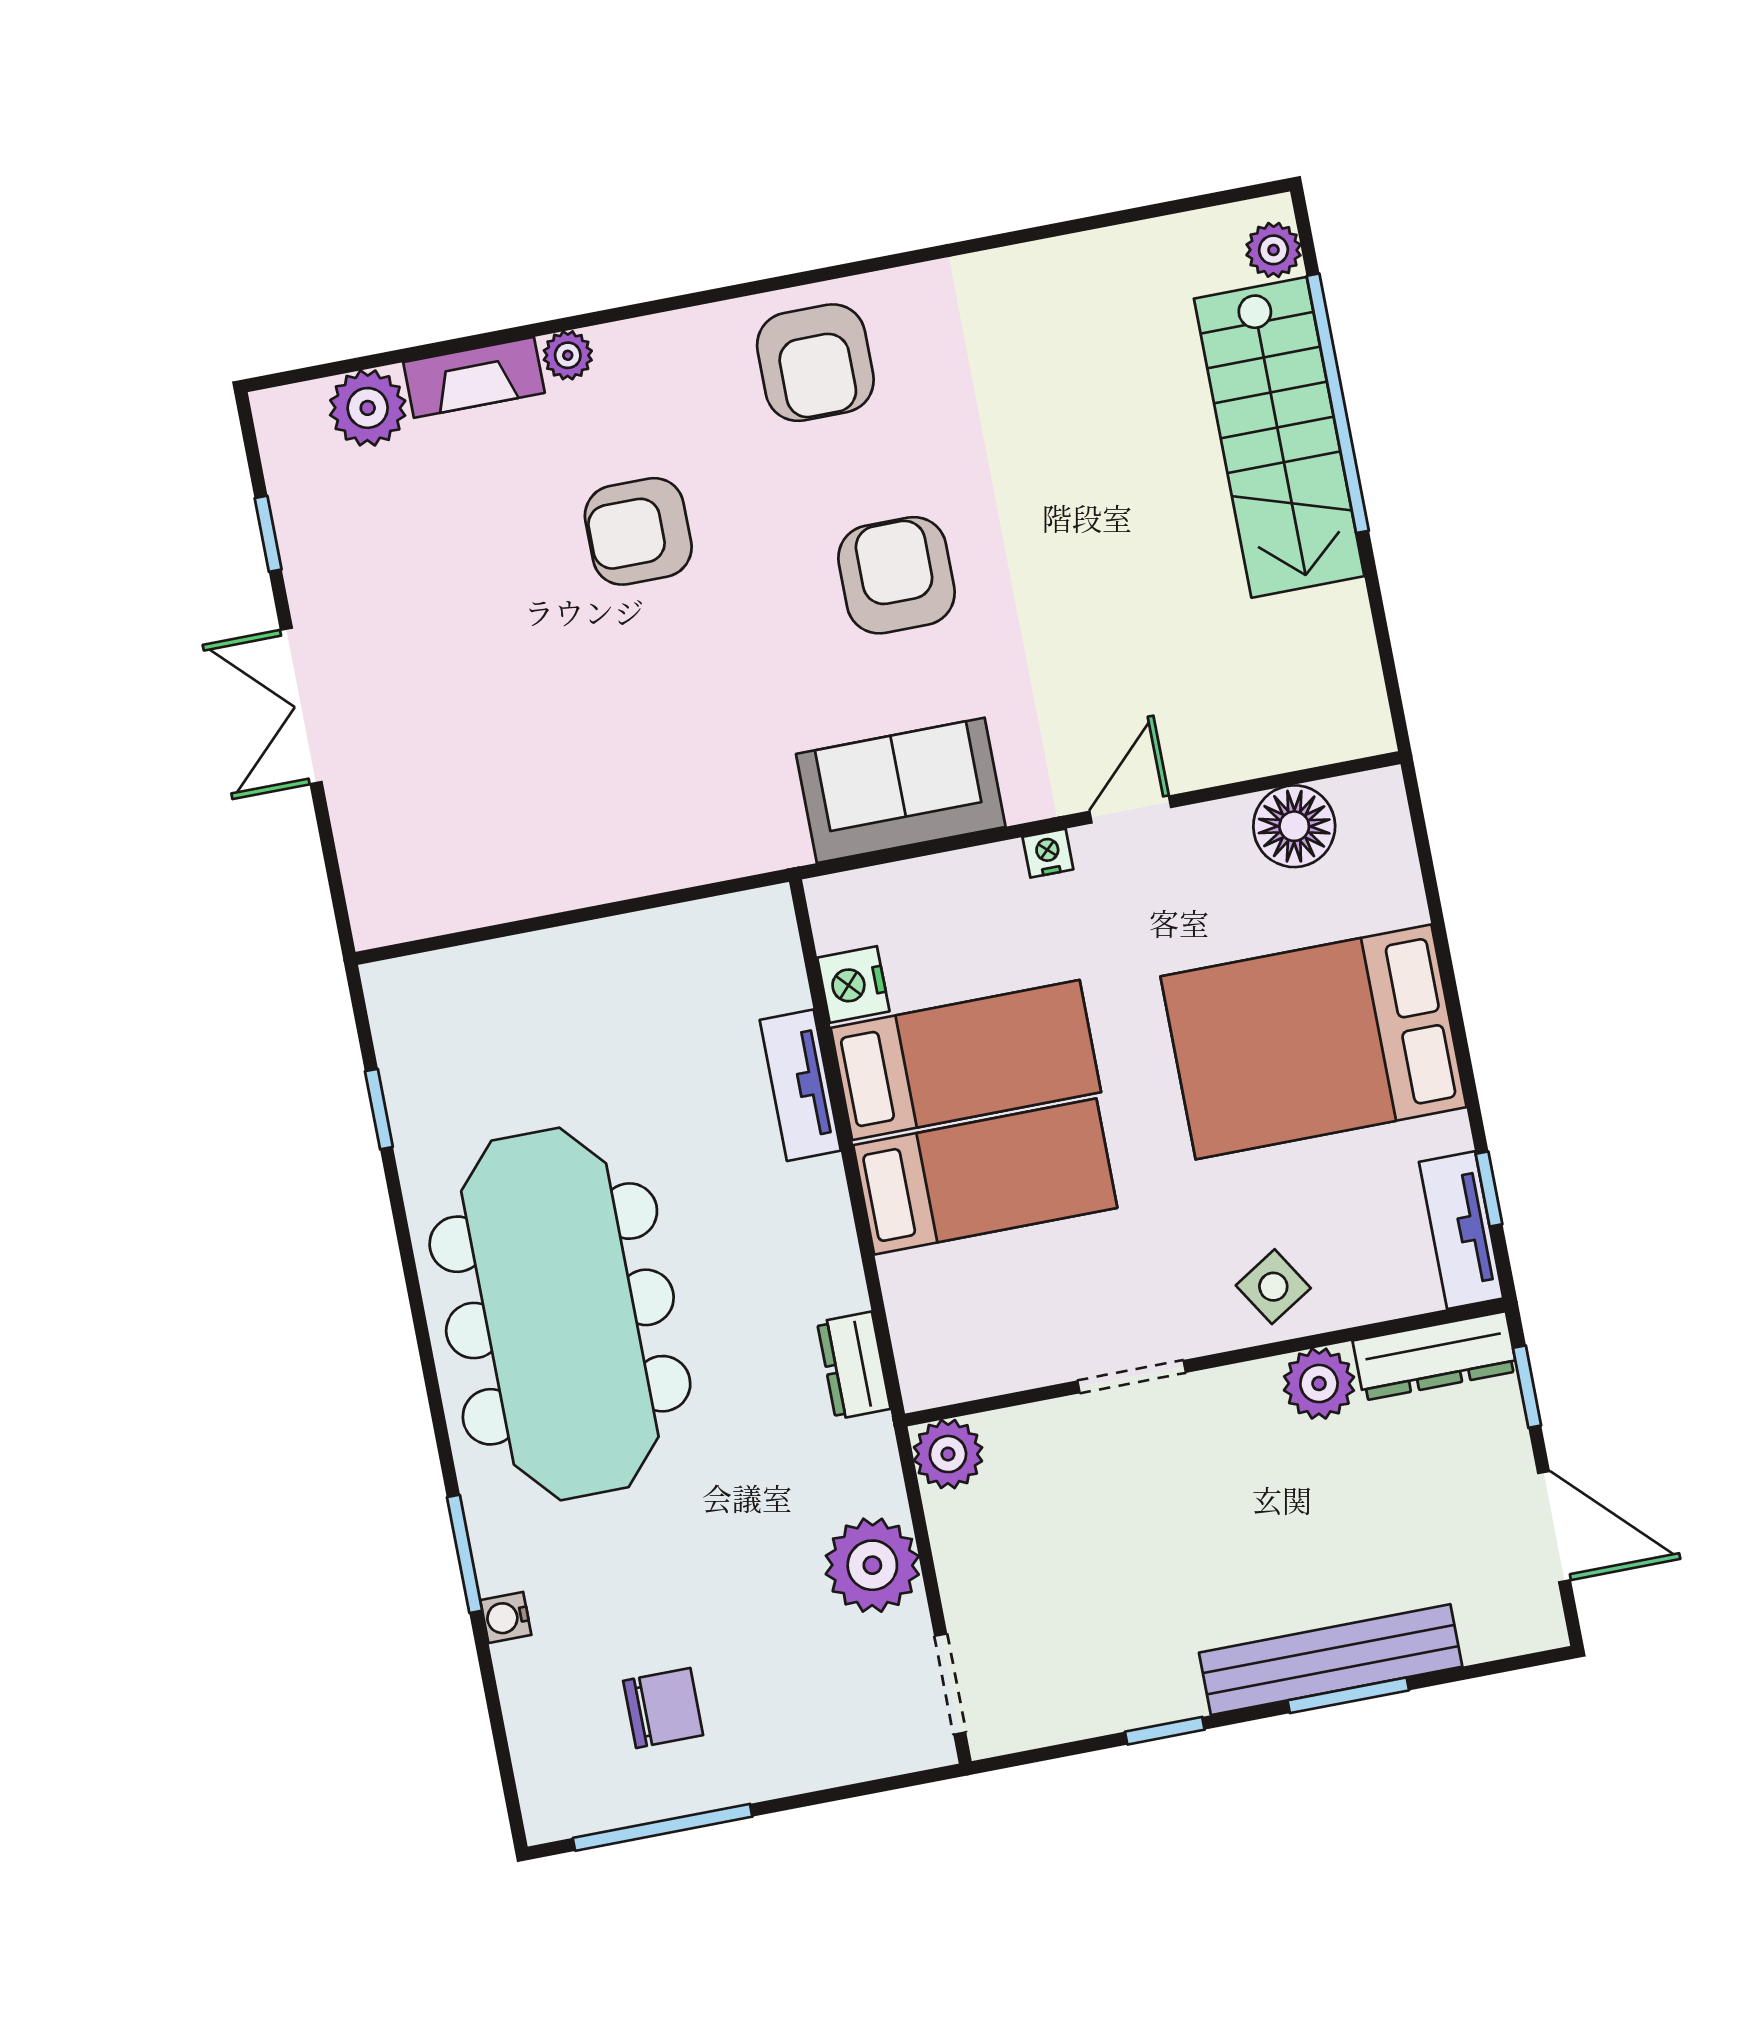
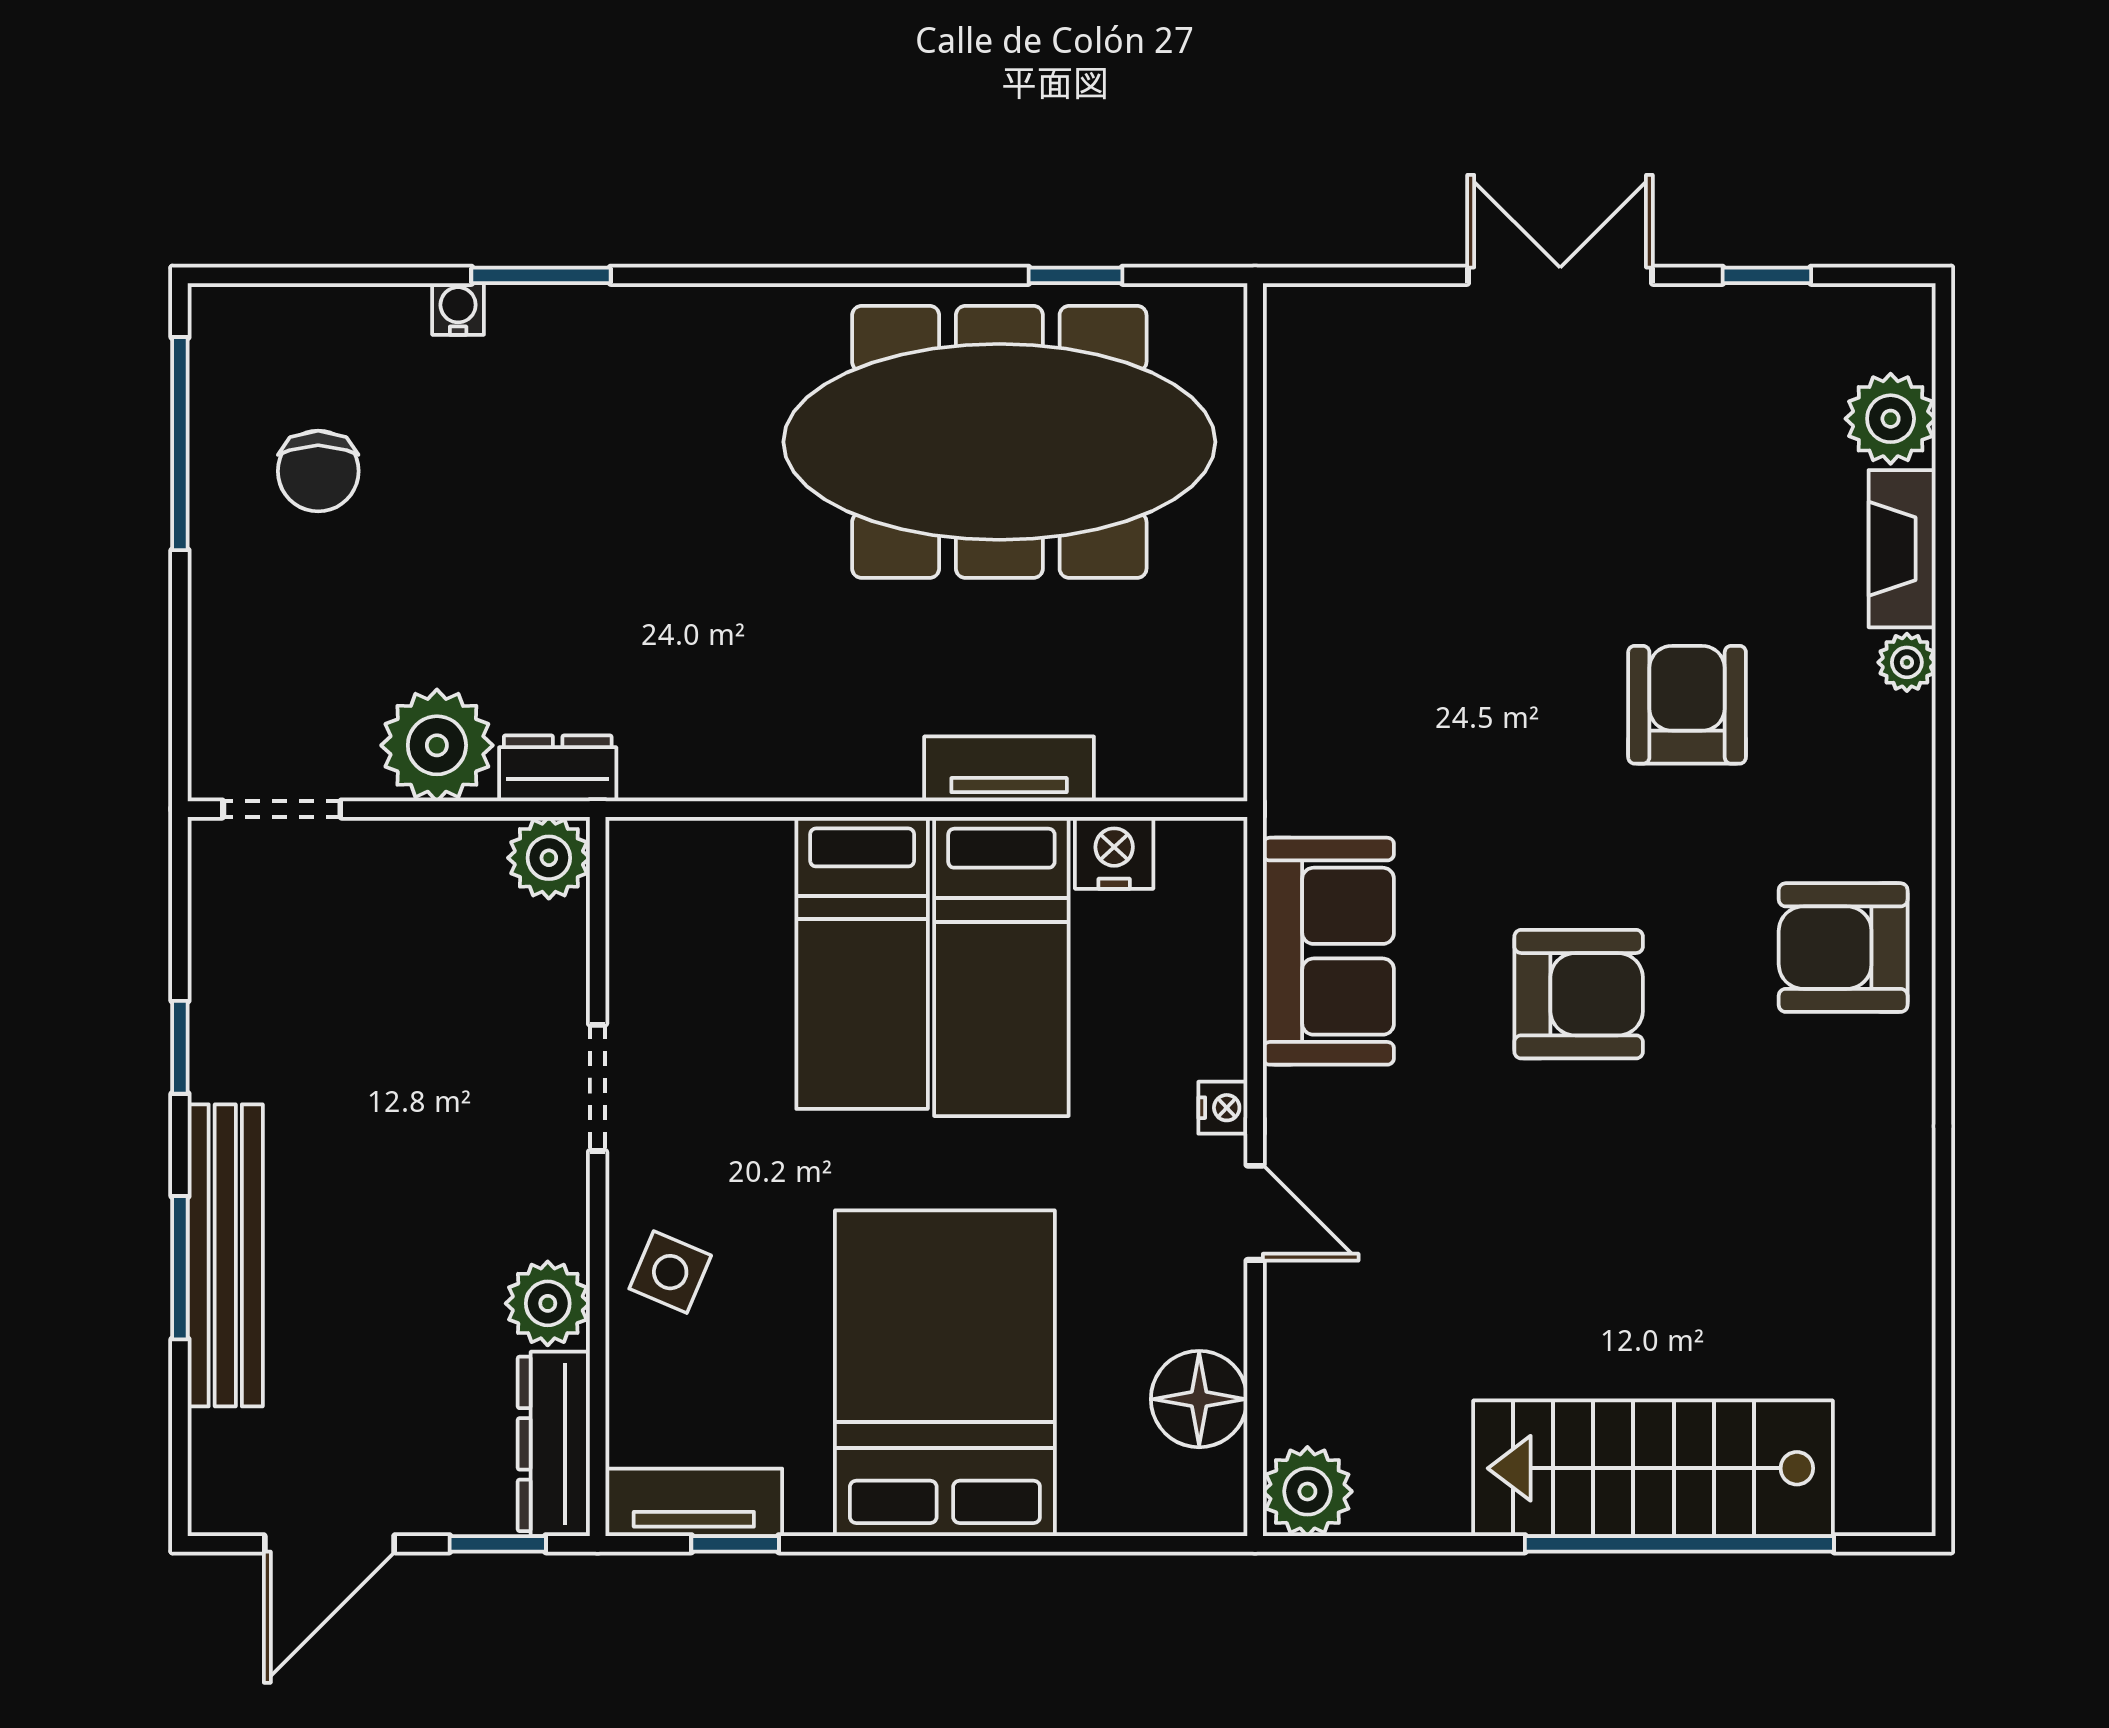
plant: (1274, 250) -> (1307, 1491), moved, width x1.38, depth x1.38
side table: (1273, 1287) -> (670, 1272), turned -35
meeting table: (560, 1314) -> (999, 442), moved
dresser: (854, 1365) -> (558, 768), moved

